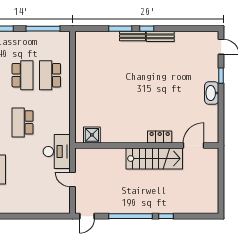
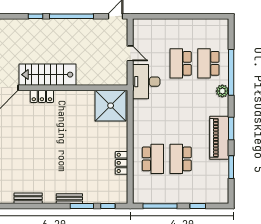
window: (147, 29) -> (108, 206), moved
bench: (160, 36) -> (28, 198), moved
locker: (81, 71) -> (122, 163), added
school desk: (23, 122) -> (181, 63), moved, turned 180
shower: (92, 135) -> (111, 106), width x1.86, depth x1.86

